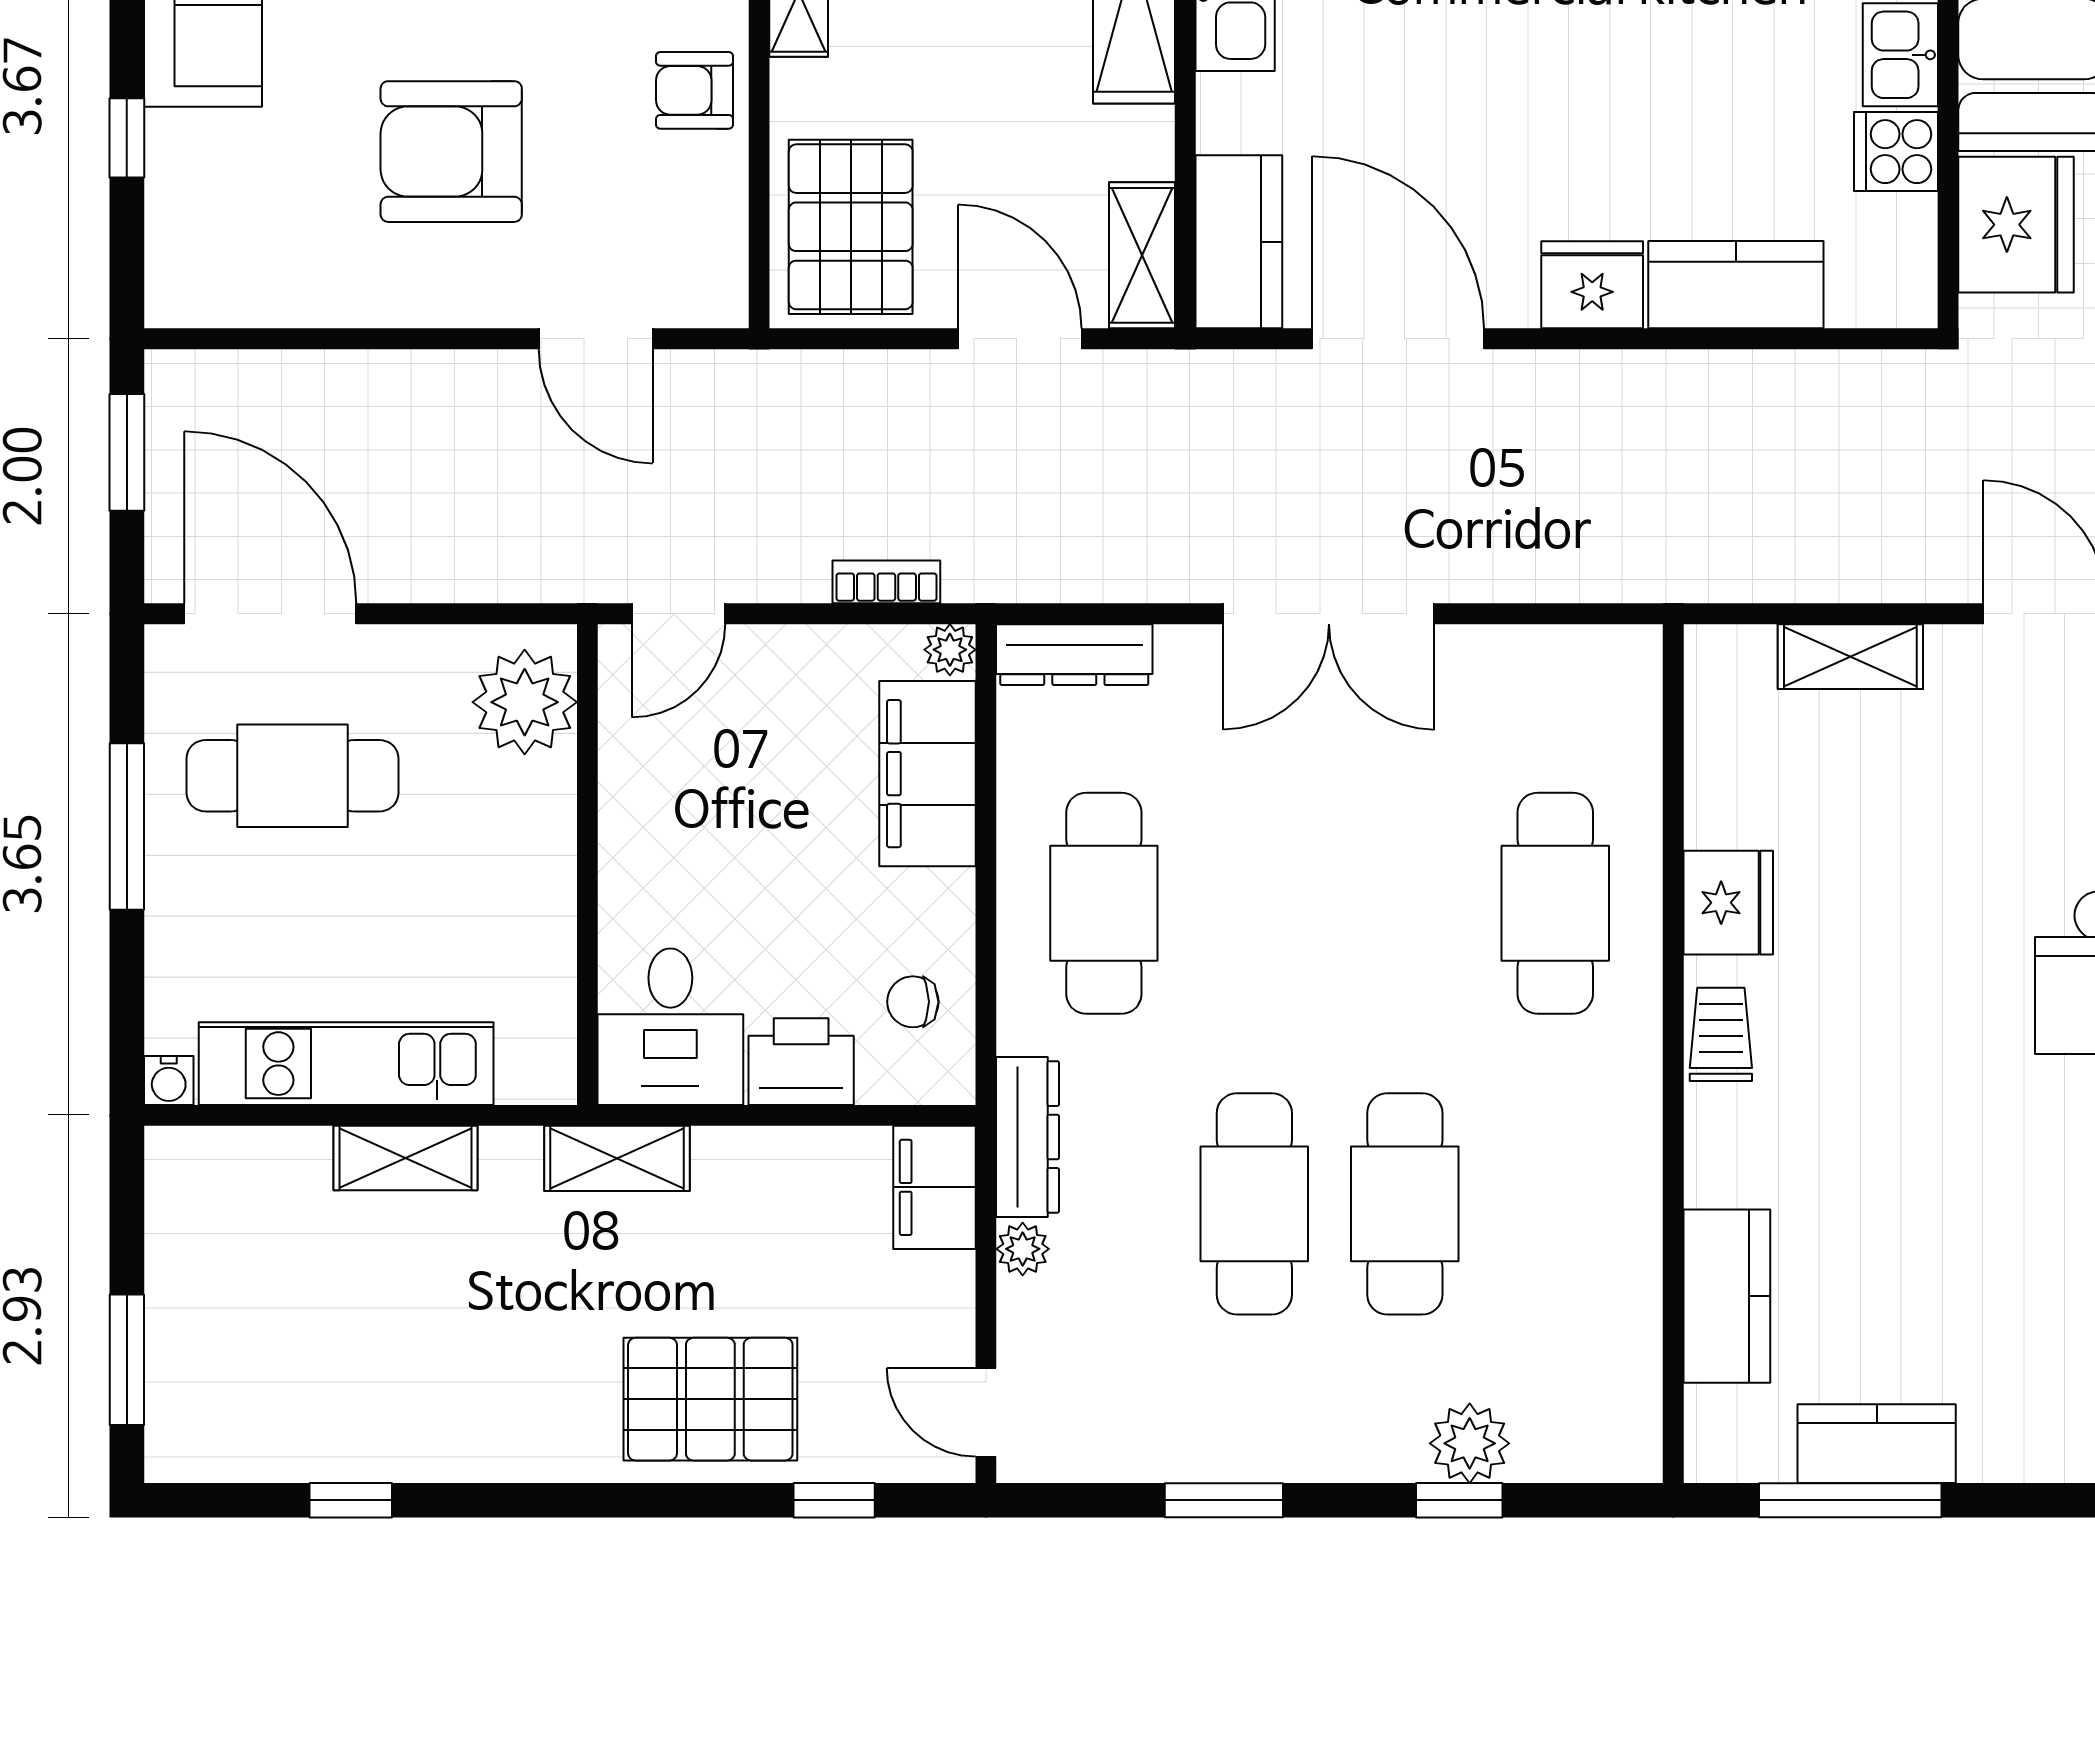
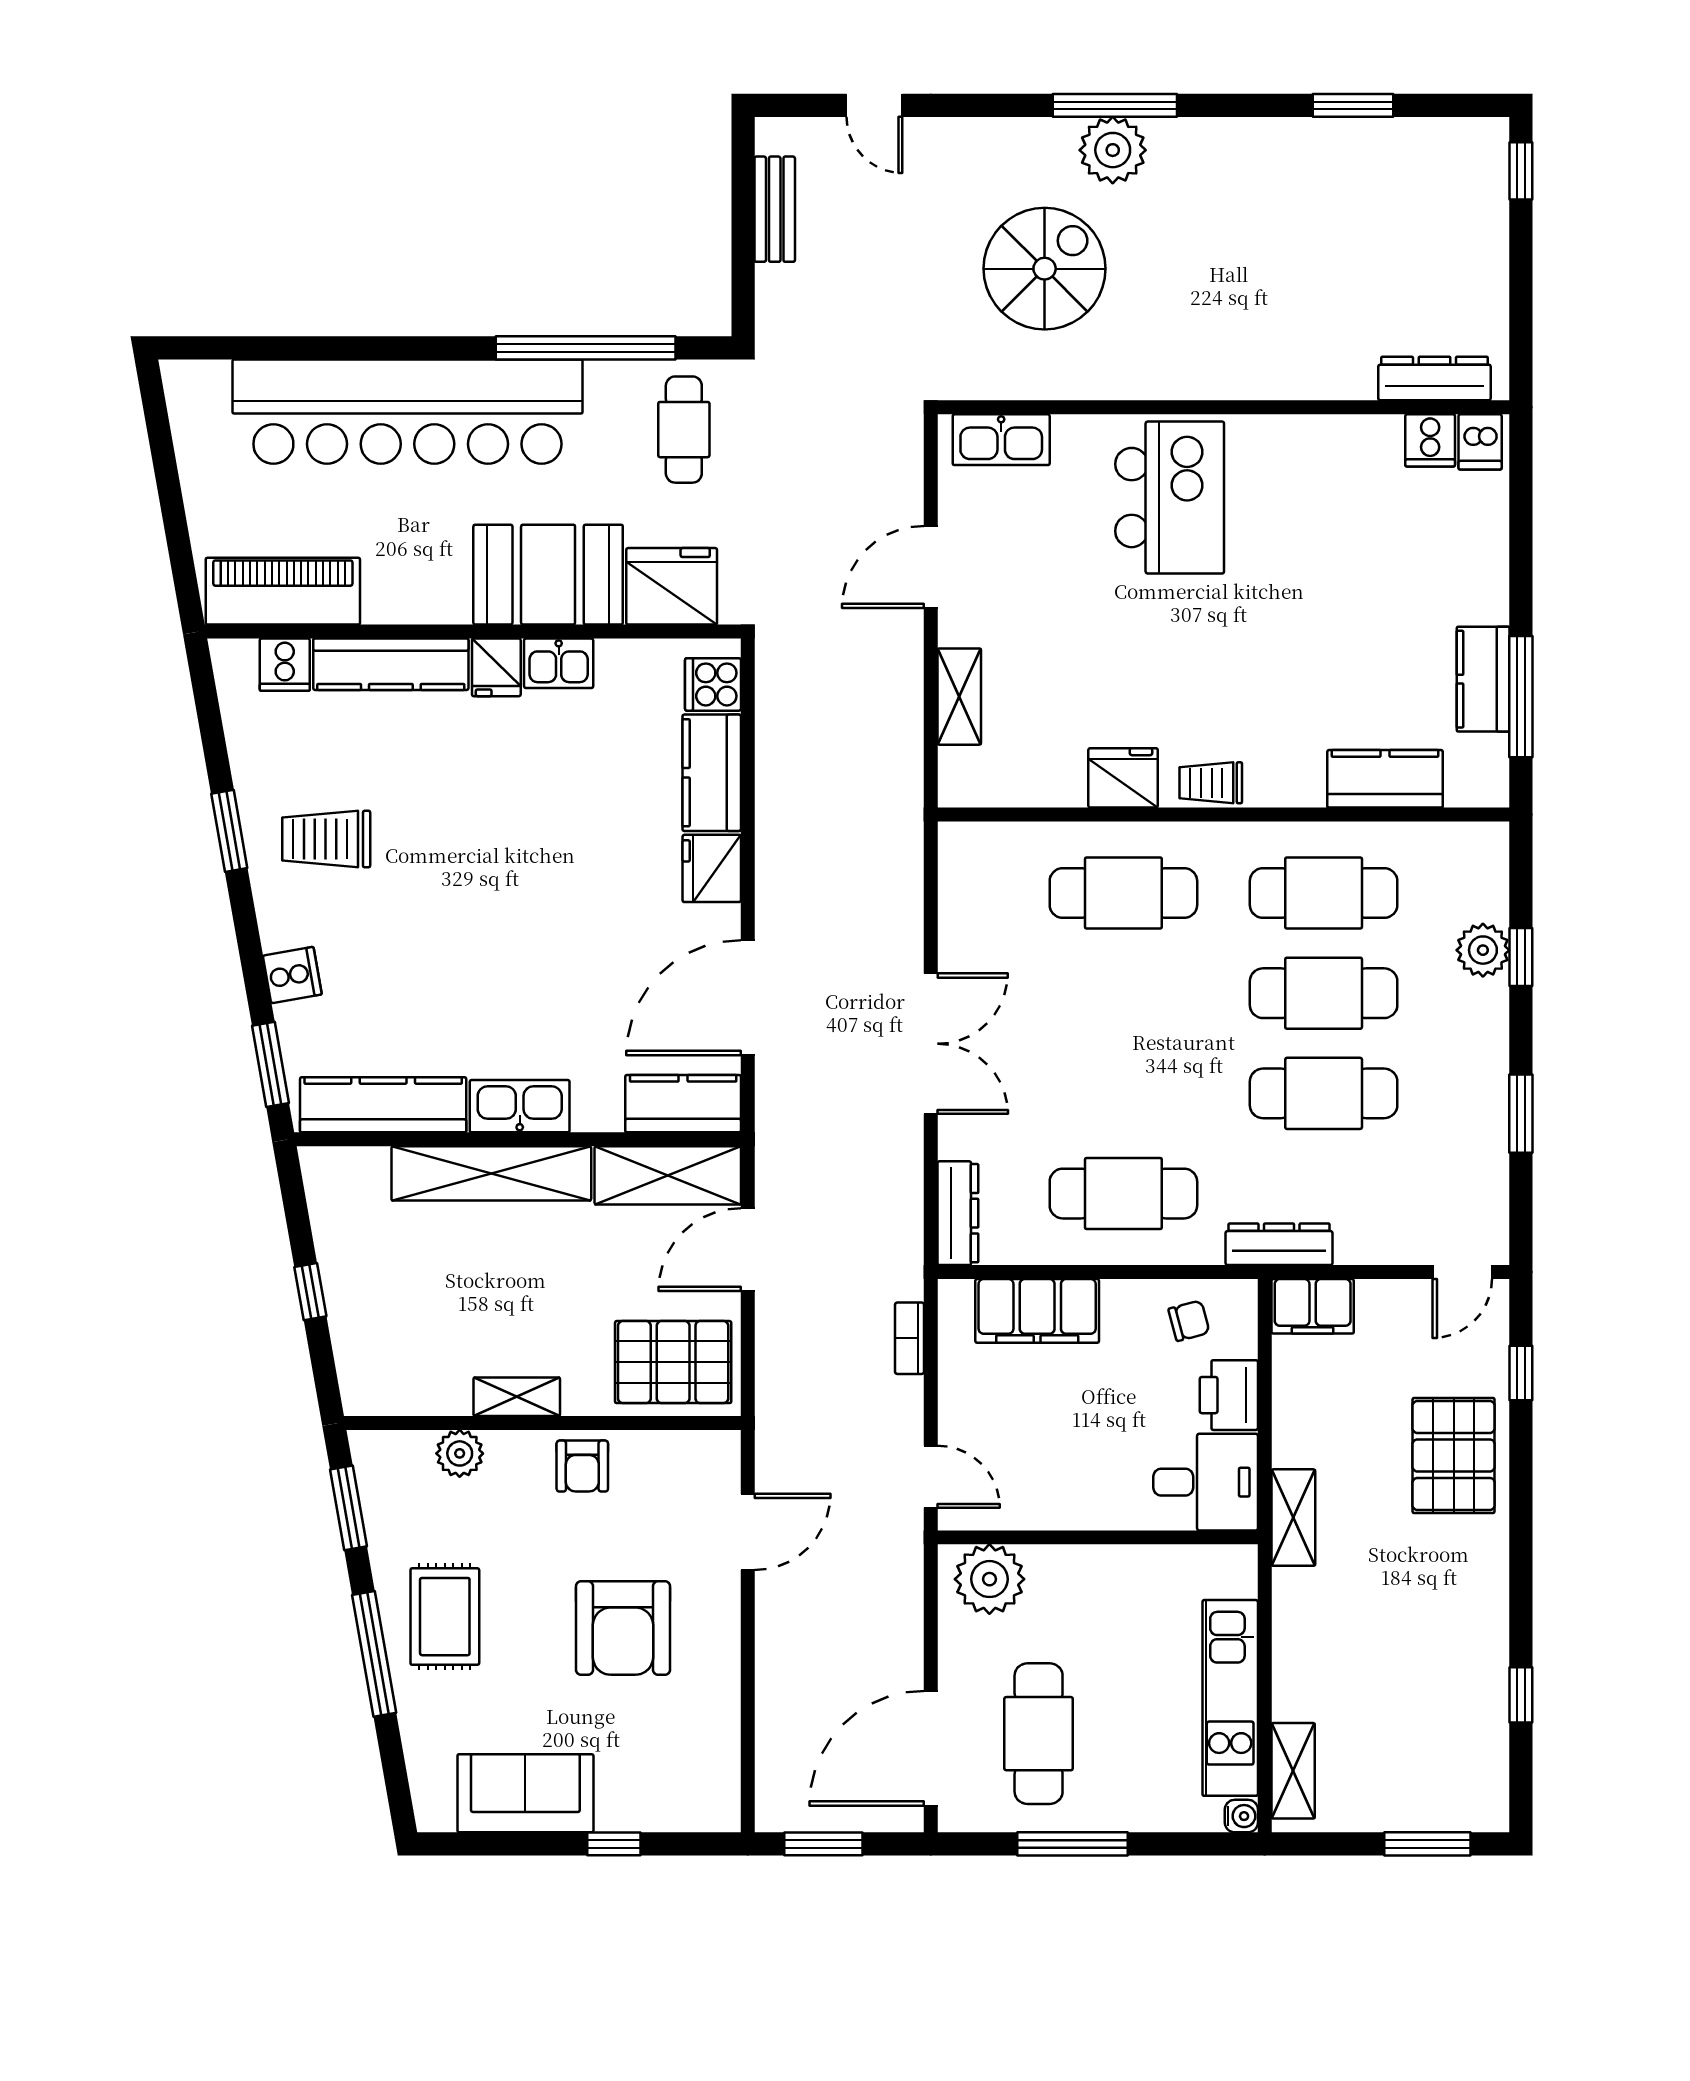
cooker: (1896, 152) -> (713, 684), moved, turned 90
shelving: (1142, 255) -> (668, 1175), width x1.50, depth x1.33
plant: (950, 650) -> (955, 1296), removed
chair: (913, 1002) -> (1189, 1321), turned -105
shelving: (406, 1158) -> (1293, 1771), moved
cafe table: (1555, 1204) -> (1324, 893), added
plant: (1023, 1249) -> (1354, 1248), removed

